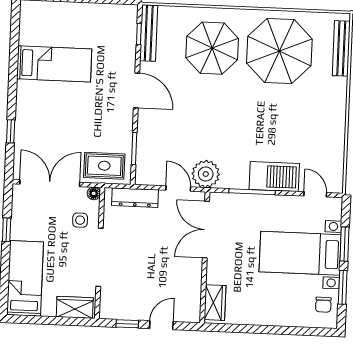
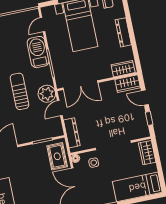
sun lounger: (220, 132) -> (20, 91), added
wardrobe: (190, 304) -> (128, 84), added
dresser: (272, 317) -> (123, 32), added

